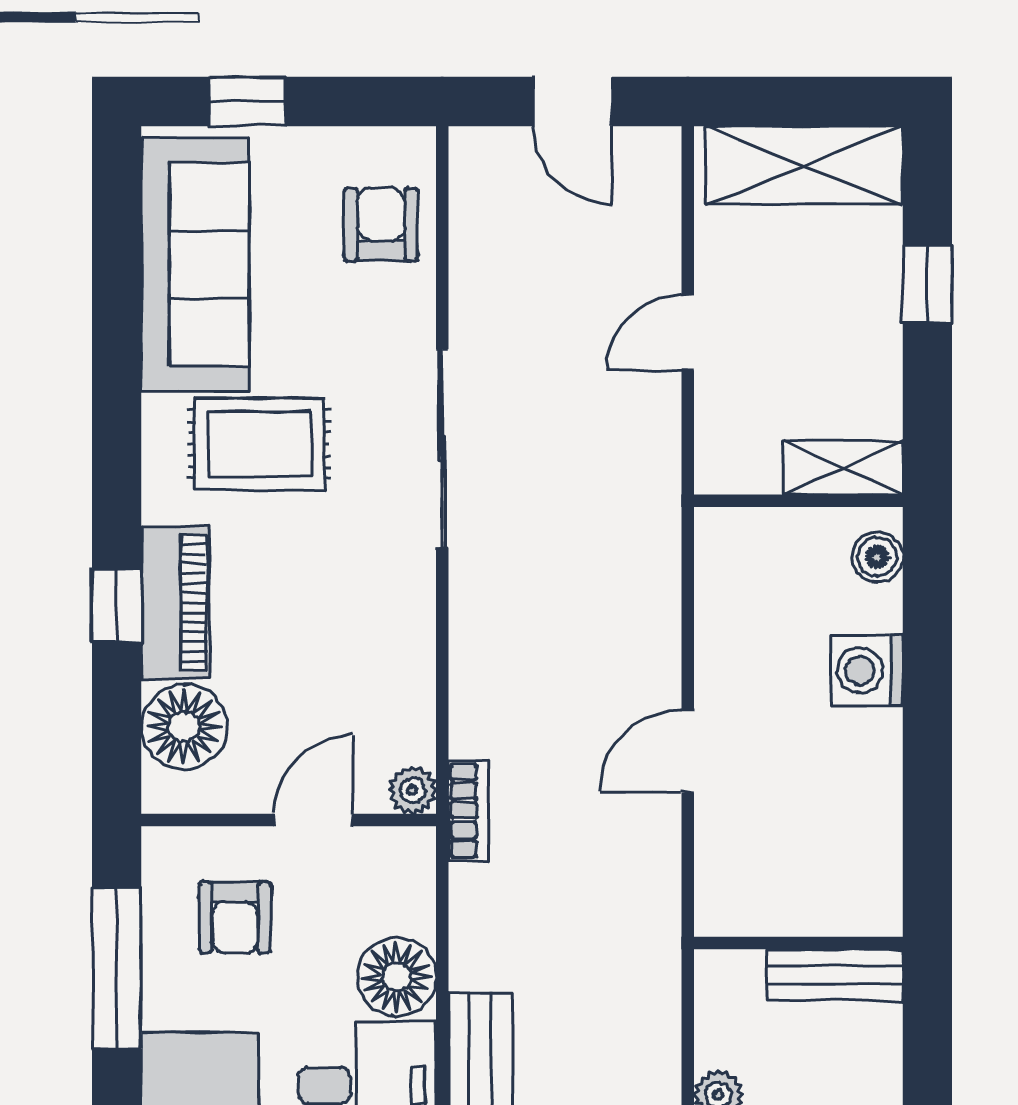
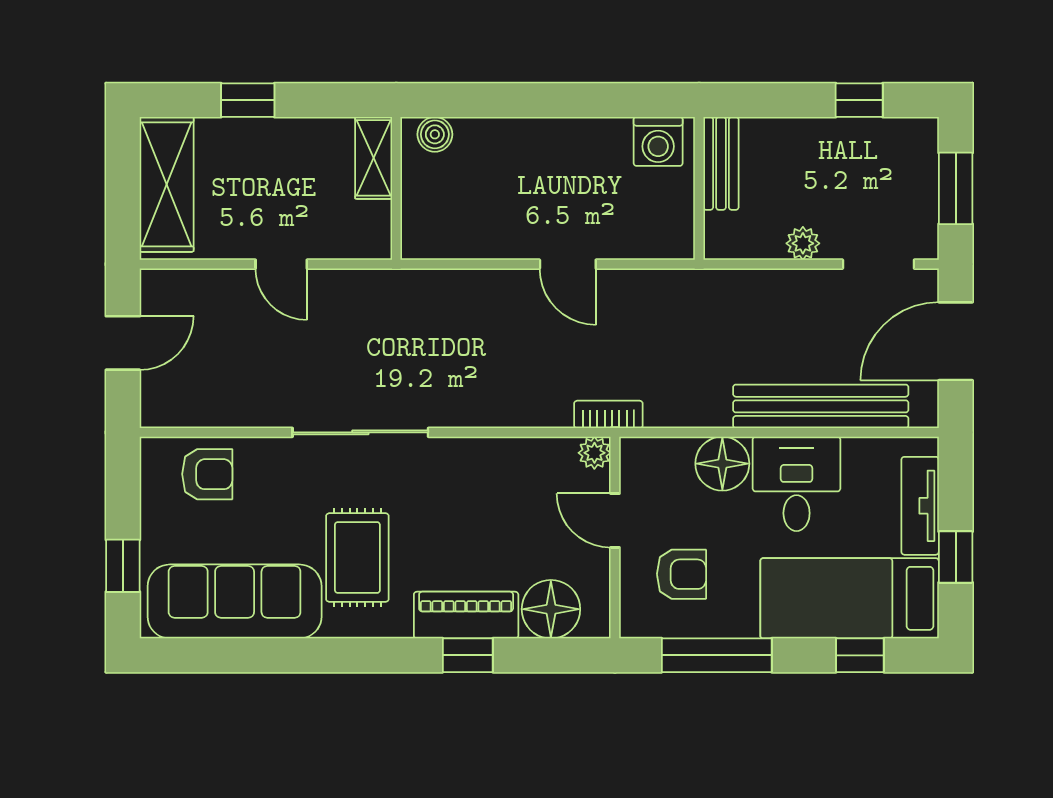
armchair: (381, 225) -> (207, 474), turned 180
washing machine: (867, 670) -> (658, 141), moved

